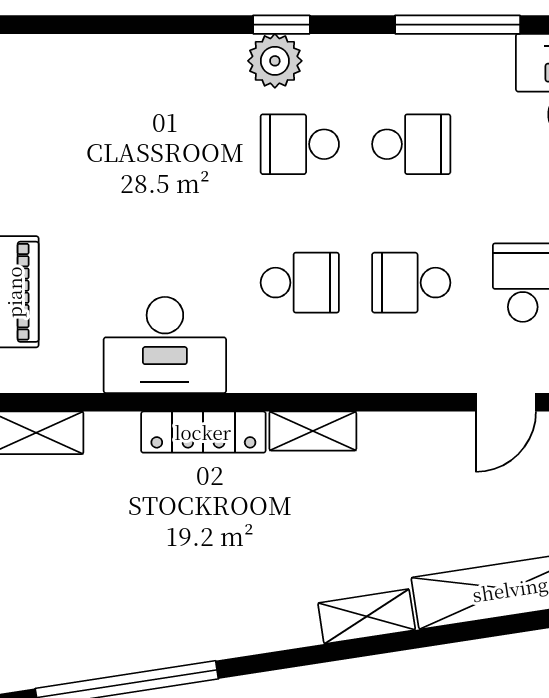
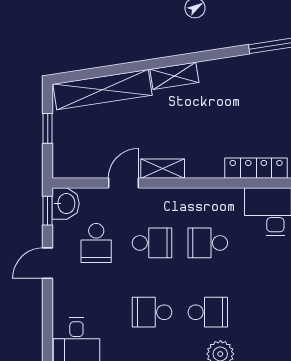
door: (506, 402) -> (123, 183), moved
shelving: (313, 431) -> (163, 169), moved

